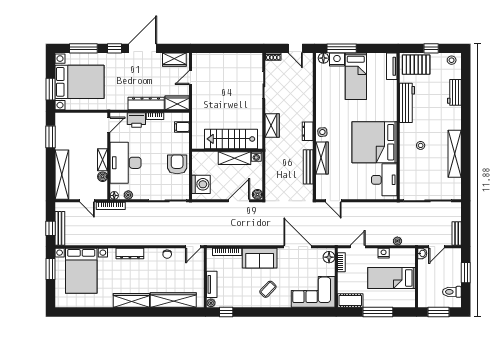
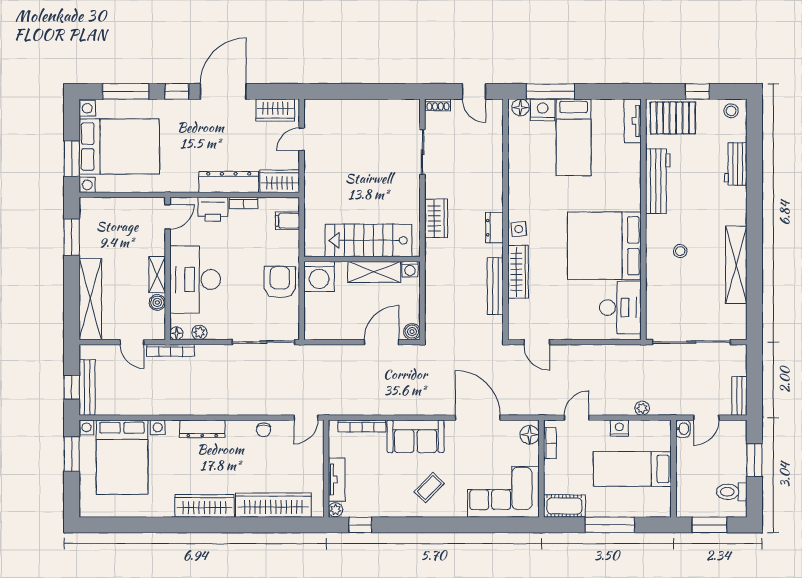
washing machine: (201, 184) -> (319, 276), moved, turned 90

